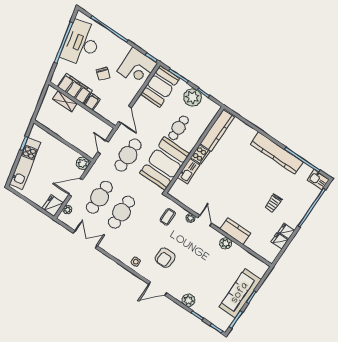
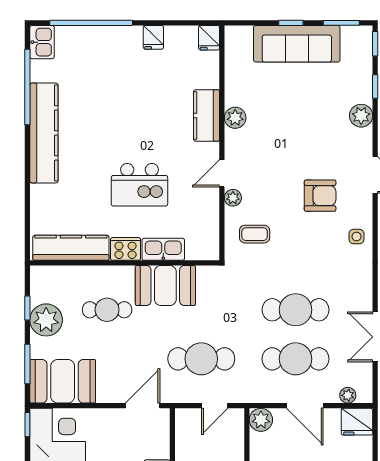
booth: (165, 163) -> (165, 286), width x0.73, depth x0.70
kitchen island: (225, 180) -> (139, 185), added
trolley: (273, 203) -> (124, 86), removed
fridge: (280, 241) -> (209, 38), moved

